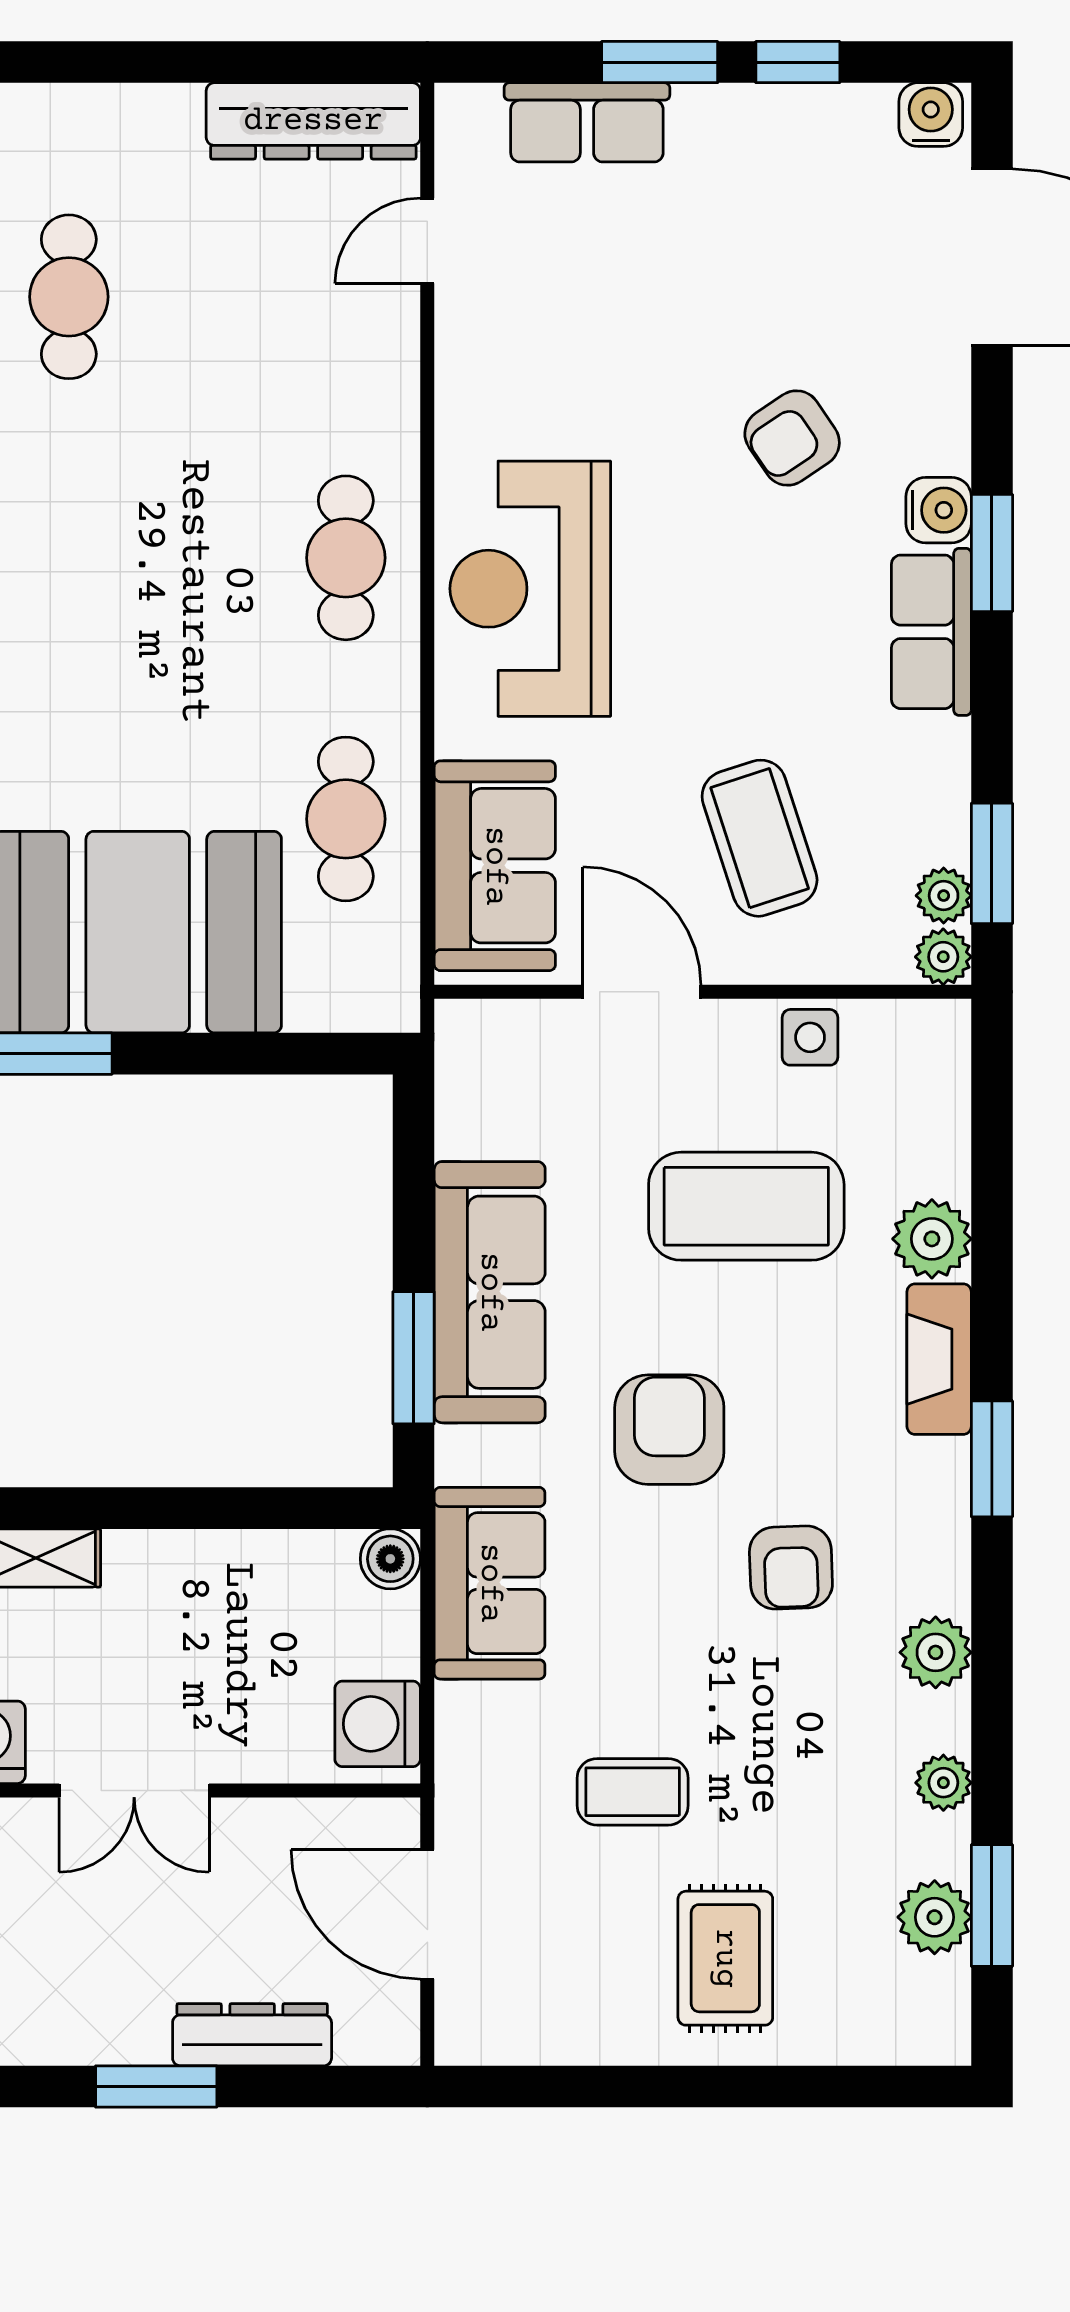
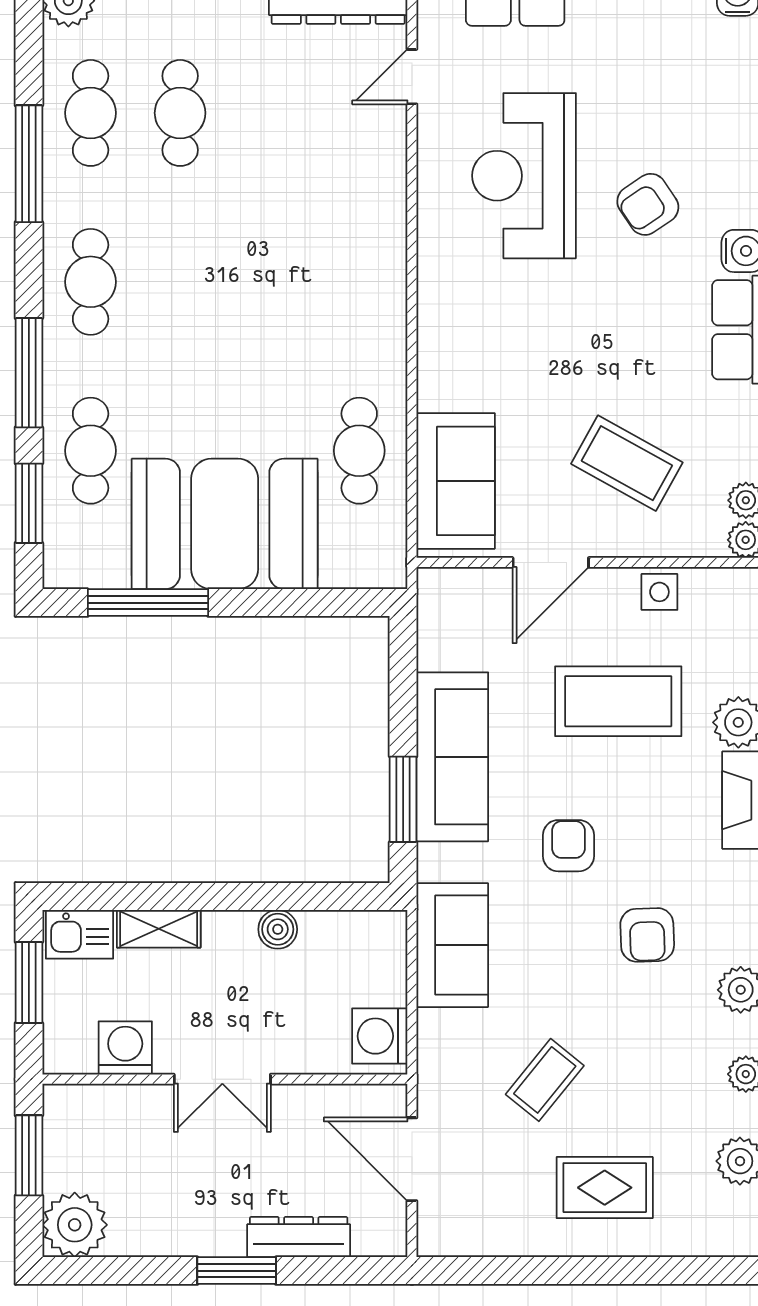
cafe table: (346, 558) -> (359, 282), removed
reception desk: (530, 589) -> (524, 176), moved
coffee table: (760, 838) -> (627, 463), turned -43
door: (642, 992) -> (551, 562), swing flipped
armchair: (669, 1430) -> (568, 846), width x0.72, depth x0.72
boiler: (390, 1559) -> (278, 929), moved
coffee table: (633, 1792) -> (545, 1080), turned -51
rug: (725, 1958) -> (605, 1188), turned 90

